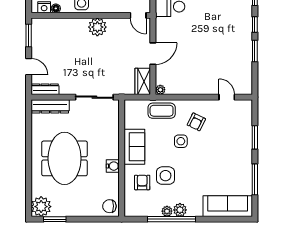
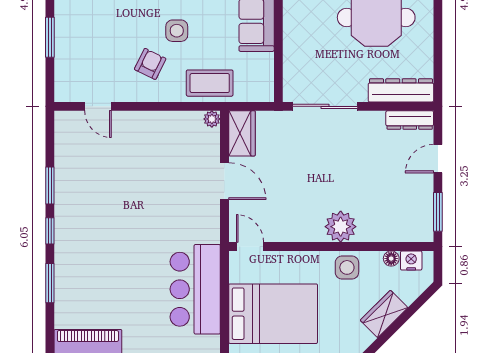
plant: (97, 27) -> (341, 227), moved
door: (153, 54) -> (224, 181), swing flipped
door: (29, 67) -> (438, 159), hinge flipped

